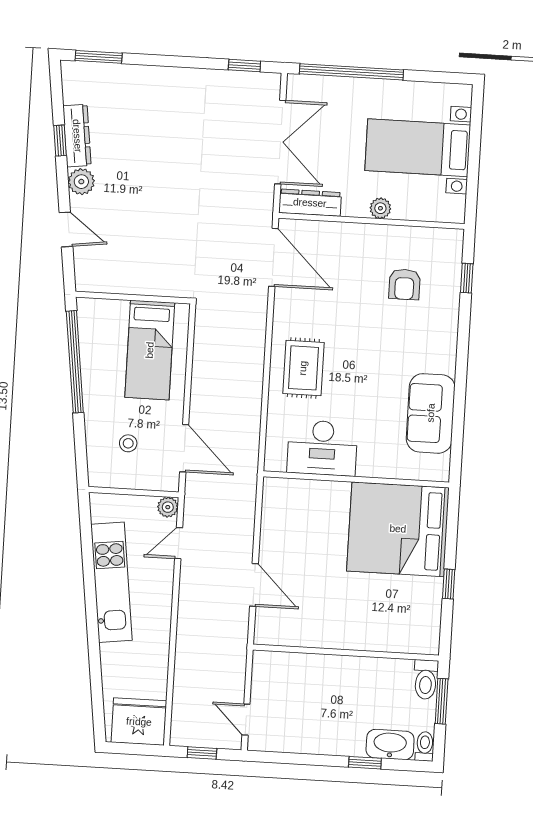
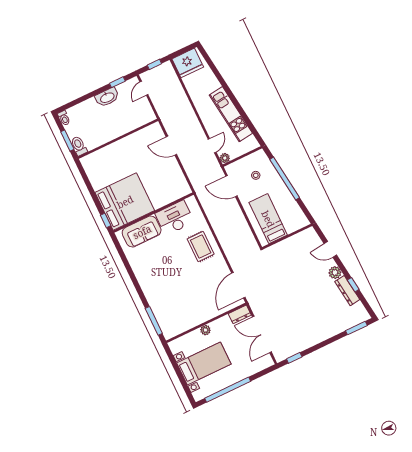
window: (351, 72) -> (228, 390), moved
dresser: (310, 203) -> (240, 314), width x0.70
door: (273, 257) -> (238, 285), hinge flipped
window: (467, 278) -> (154, 321), width x2.17
armchair: (404, 284) -> (178, 304), removed
window: (75, 362) -> (285, 178), moved
sofa: (431, 413) -> (142, 232), moved, turned 90
window: (449, 584) -> (106, 220), moved
door: (246, 720) -> (144, 88), swing flipped
washbasin: (390, 745) -> (107, 97), moved
window: (365, 763) -> (117, 82), moved

